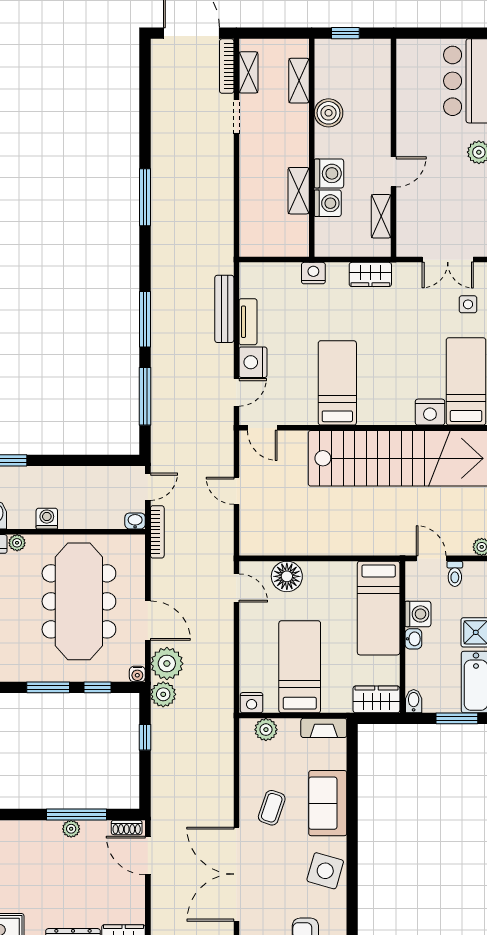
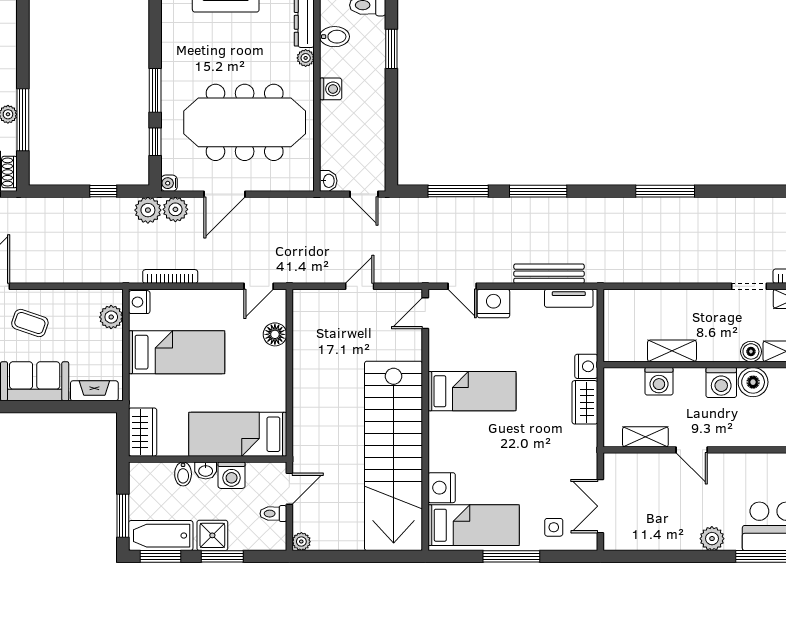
boiler: (299, 115) -> (751, 351), added
washing machine: (329, 173) -> (721, 383), moved
wardrobe: (370, 274) -> (585, 402), moved
tv unit: (248, 322) -> (569, 298), moved
bookcase: (157, 532) -> (170, 276), moved, turned 180
floor lamp: (287, 576) -> (275, 334), width x0.73, depth x0.73
plant: (167, 664) -> (175, 209), width x0.73, depth x0.73
bidet: (414, 701) -> (183, 474), moved, turned 90
fireplace: (324, 728) -> (94, 391), moved, turned 90

